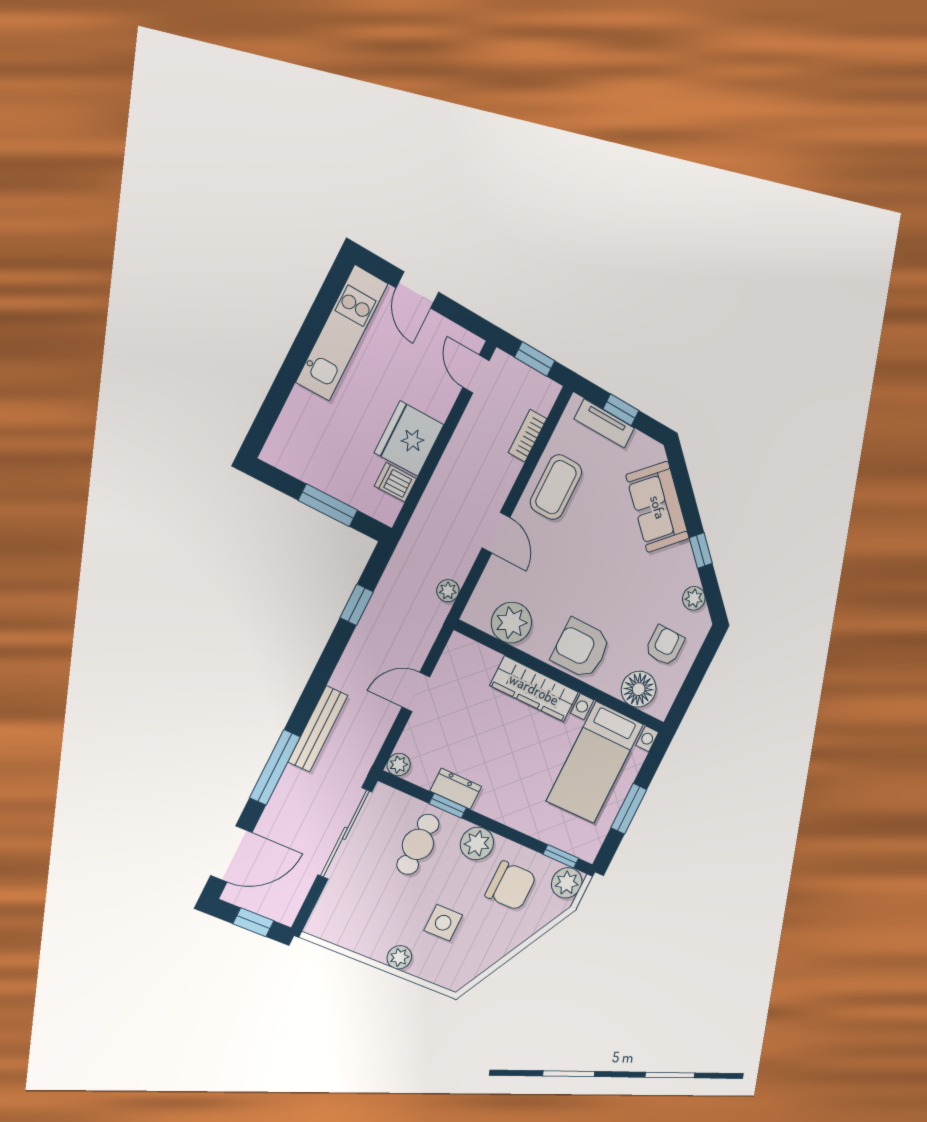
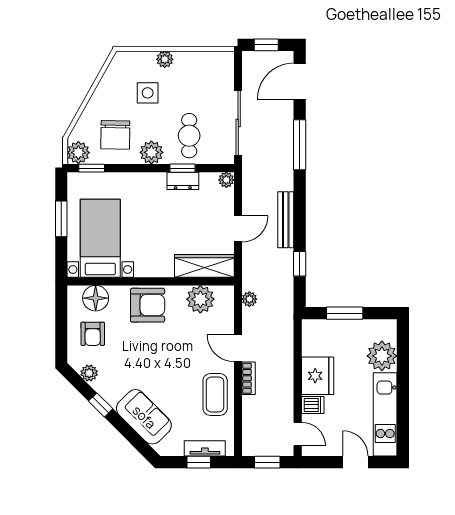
plant: (305, 418) -> (382, 356), added
bookcase: (527, 436) -> (249, 378), moved
dishwasher: (396, 482) -> (313, 405), moved
wardrobe: (534, 689) -> (204, 266), moved
bench: (318, 729) -> (286, 220), moved
chair: (511, 886) -> (115, 135), turned -89

